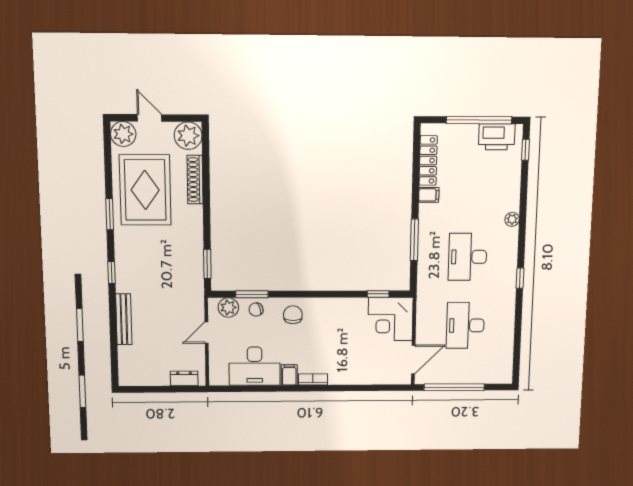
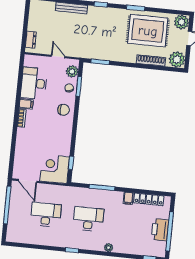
printer: (497, 137) -> (160, 230), moved

